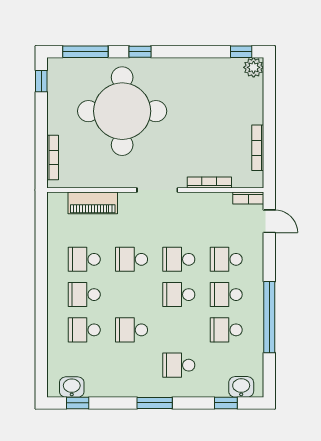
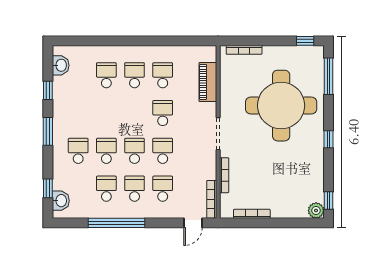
window: (140, 52) -> (328, 139), moved
bookcase: (248, 198) -> (212, 199), width x1.56
school desk: (132, 330) -> (106, 151), moved
window: (78, 403) -> (48, 90), moved

